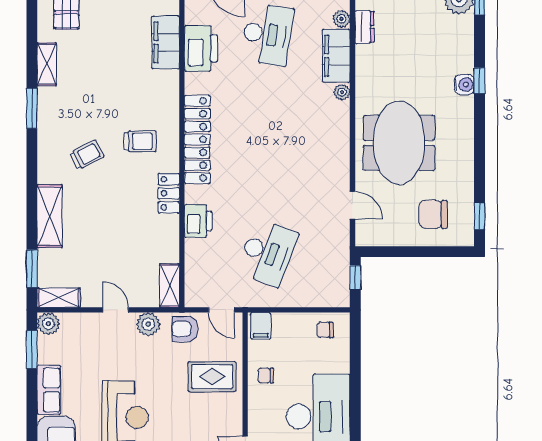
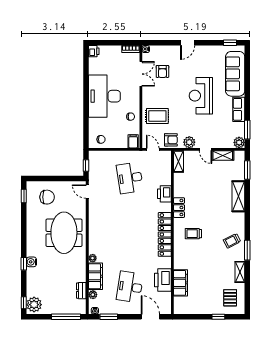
trolley: (87, 155) -> (232, 241), moved
door: (353, 205) -> (87, 192), moved
desk: (267, 253) -> (130, 178), turned -30
shelving: (59, 298) -> (223, 155), moved

